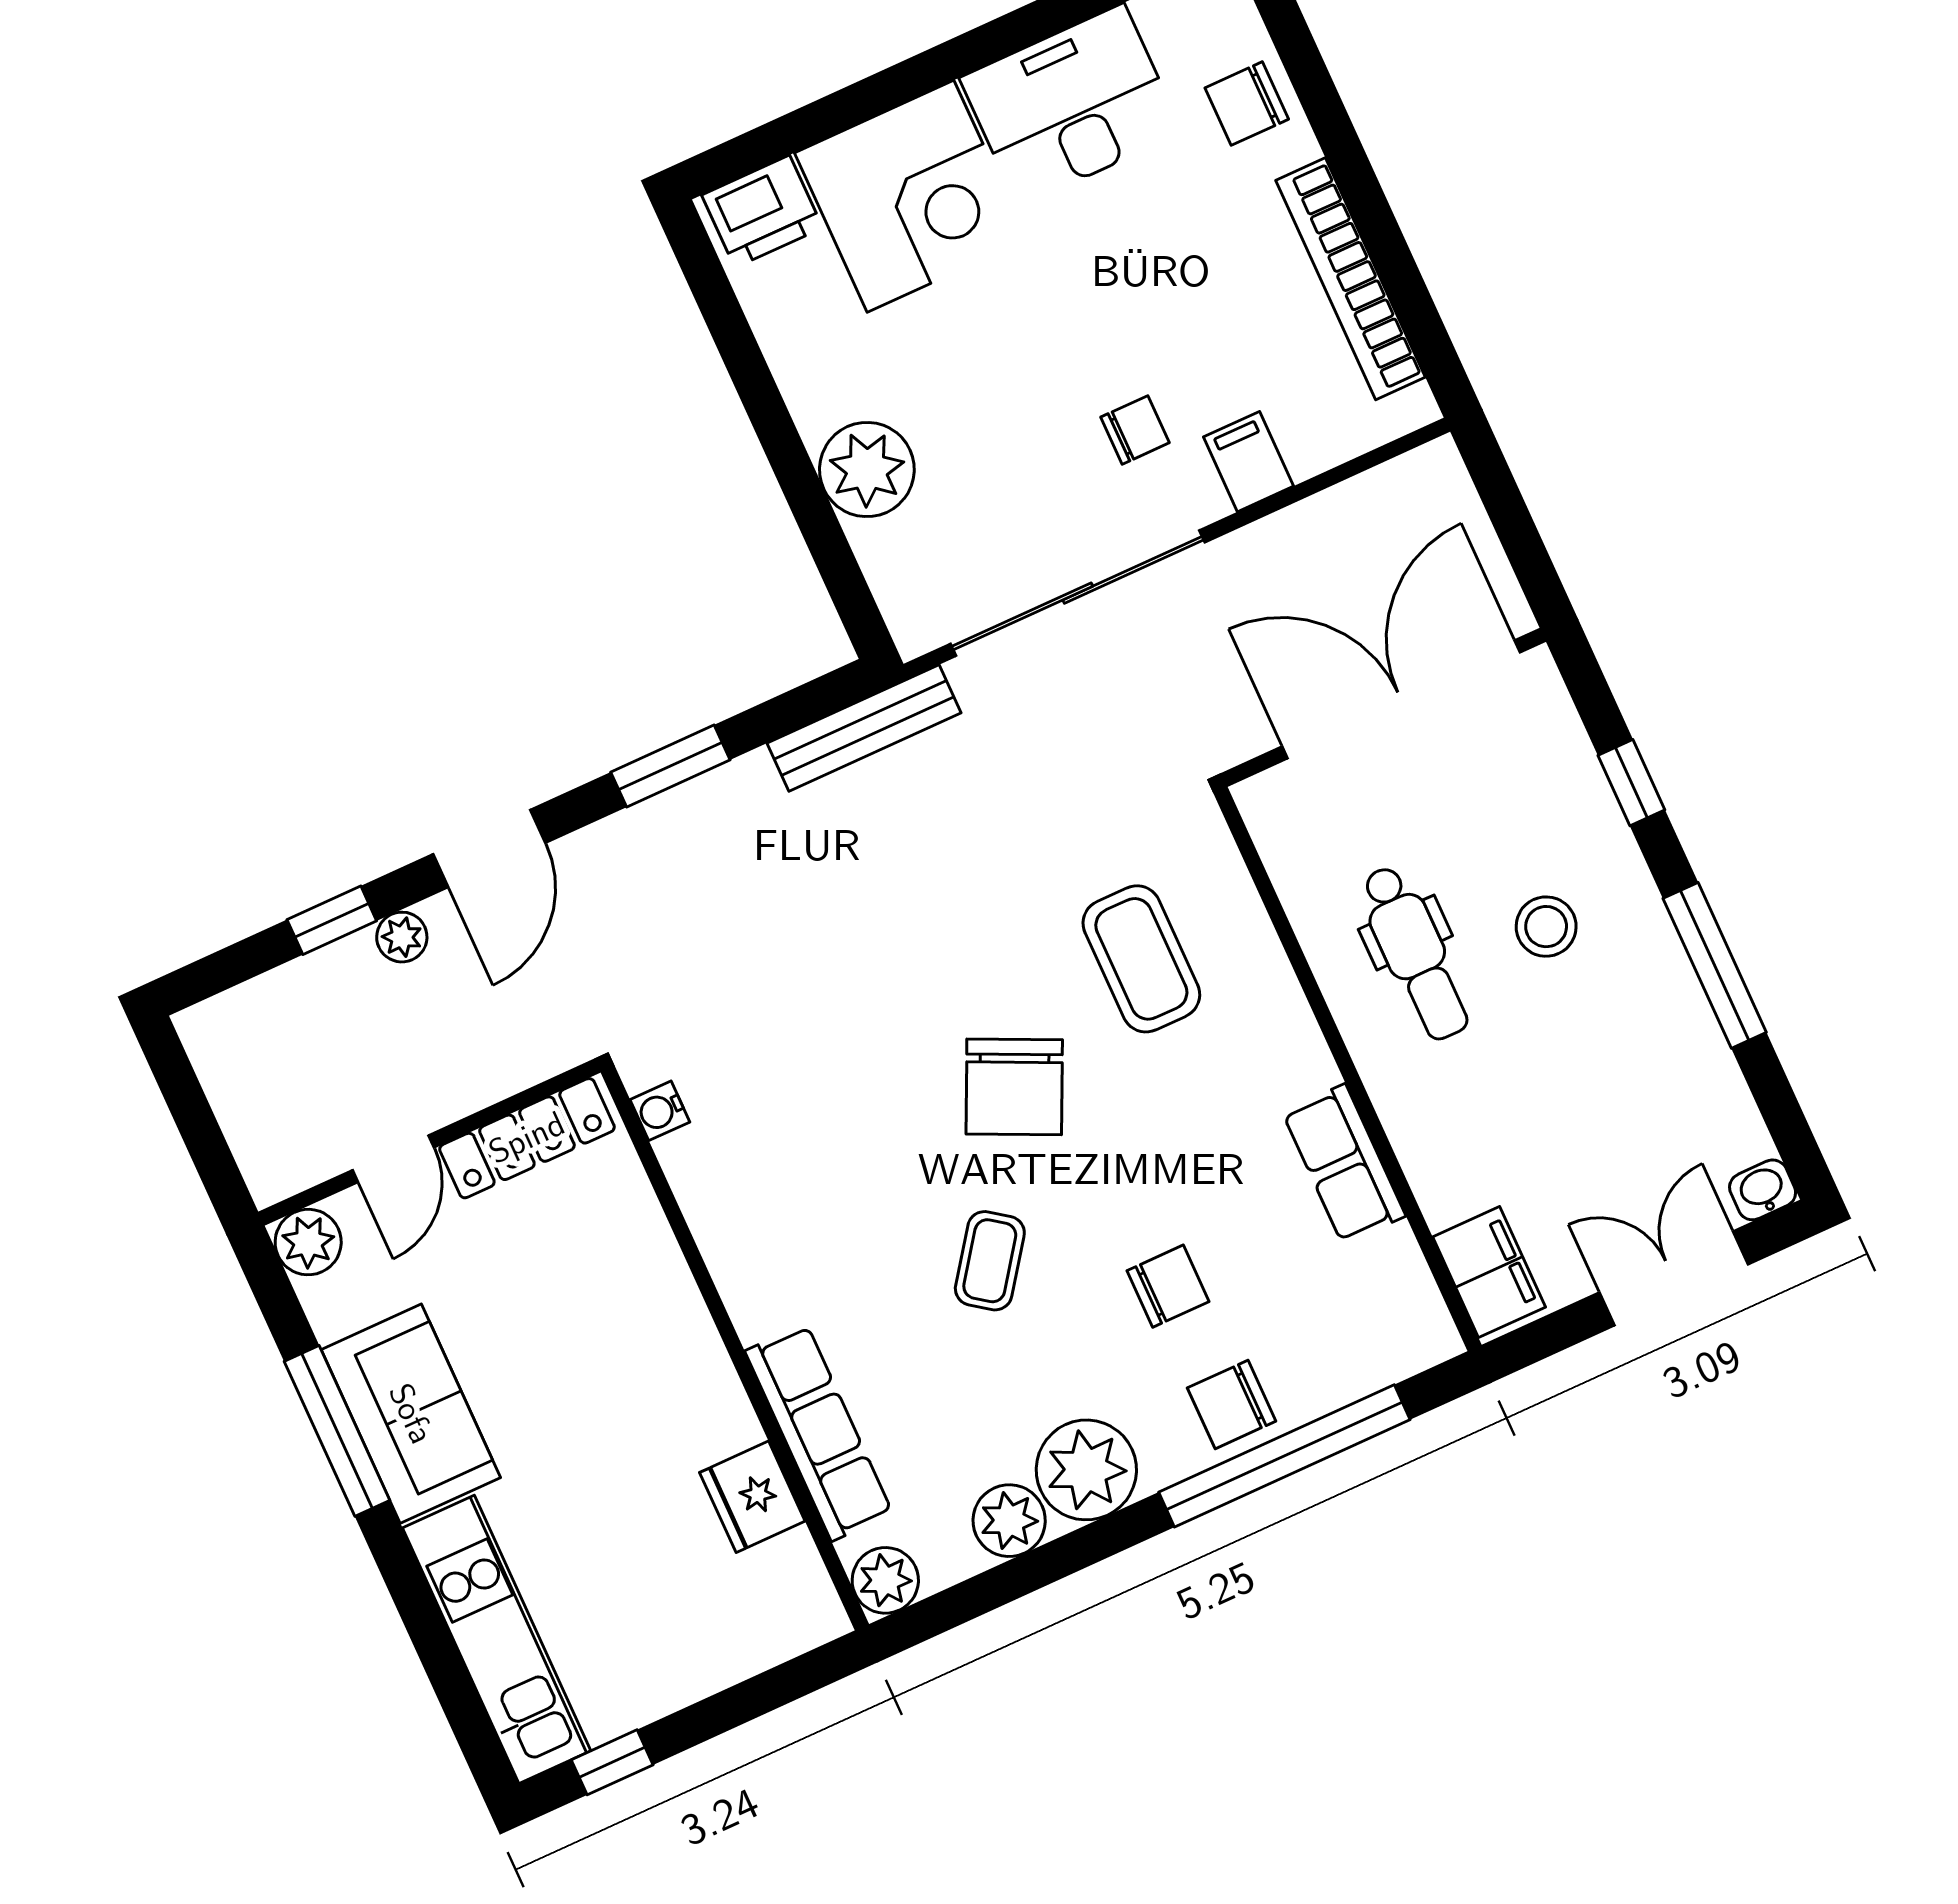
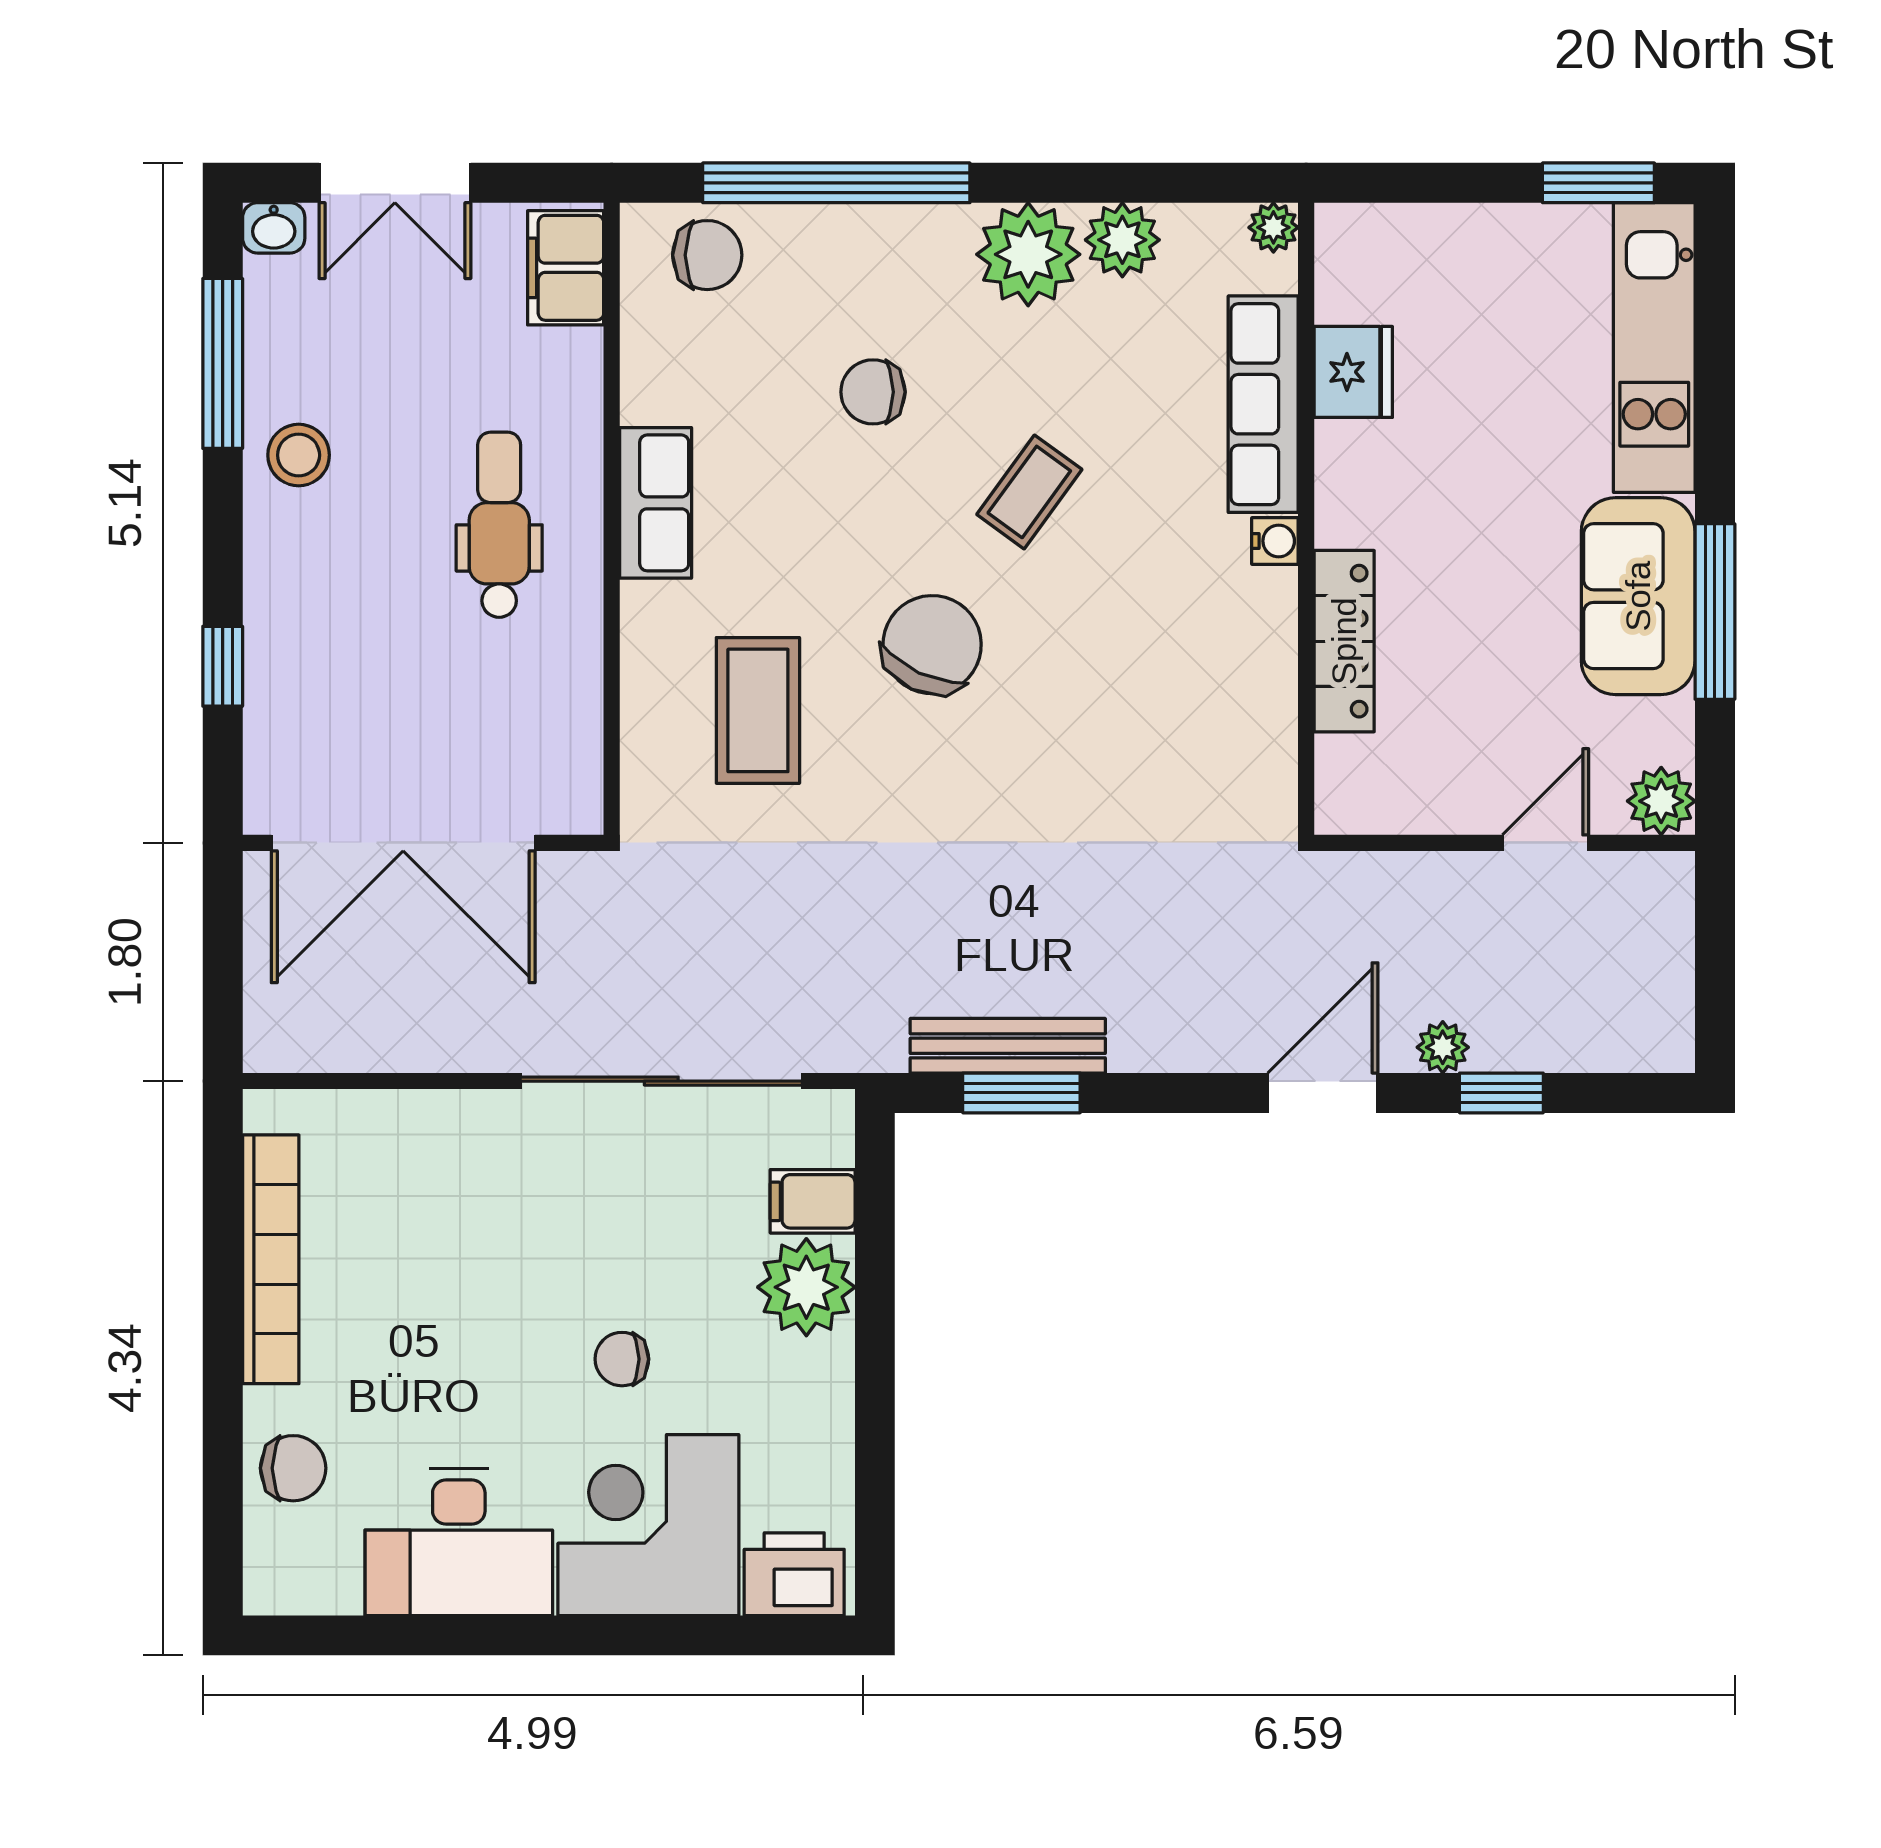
chair: (1135, 430) -> (622, 1359), moved
filing cabinet: (1249, 462) -> (813, 1201), moved, turned 90
bench: (864, 728) -> (1008, 1046), moved
window: (670, 766) -> (1021, 1093), moved
stool: (1546, 927) -> (299, 455), moved
dental chair: (1415, 953) -> (499, 525), moved
window: (1715, 965) -> (223, 363), moved
water cooler: (660, 1111) -> (1275, 541), moved
locker: (527, 1138) -> (1344, 641), moved, turned 90
row of seats: (1344, 1164) -> (656, 503), moved
chair: (1232, 1404) -> (707, 255), moved
plant: (885, 1580) -> (1273, 227), width x0.73, depth x0.73
window: (612, 1762) -> (1598, 183), width x1.50

